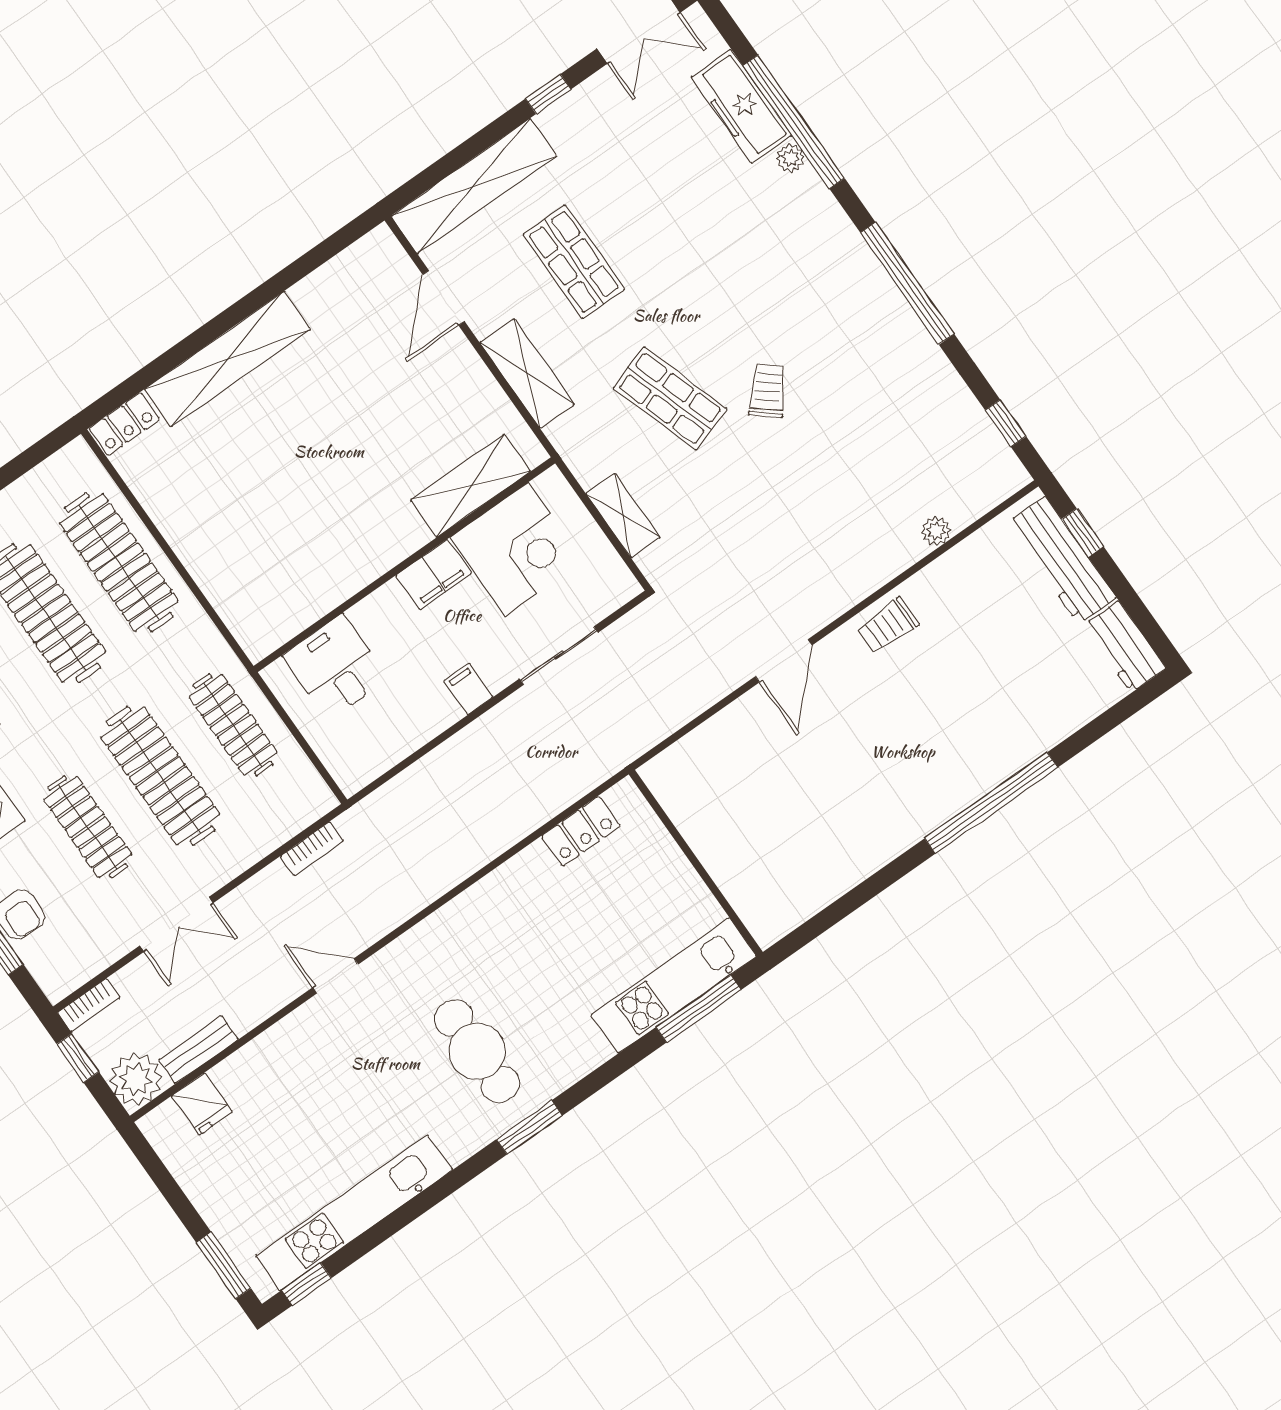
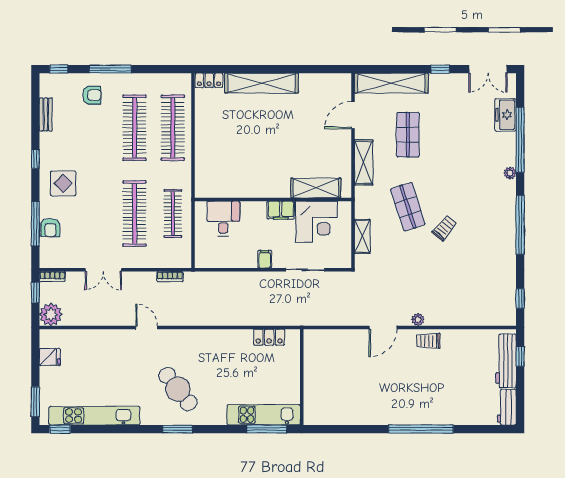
freezer: (741, 106) -> (506, 115), width x0.71
plant: (790, 158) -> (510, 173), moved
plant: (936, 531) -> (418, 319), moved
clothes rail: (88, 827) -> (96, 213), removed
bench: (199, 1050) -> (80, 319), removed
cafe table: (477, 1051) -> (178, 389), turned -38
fridge: (202, 1104) -> (50, 357), moved, turned -90

